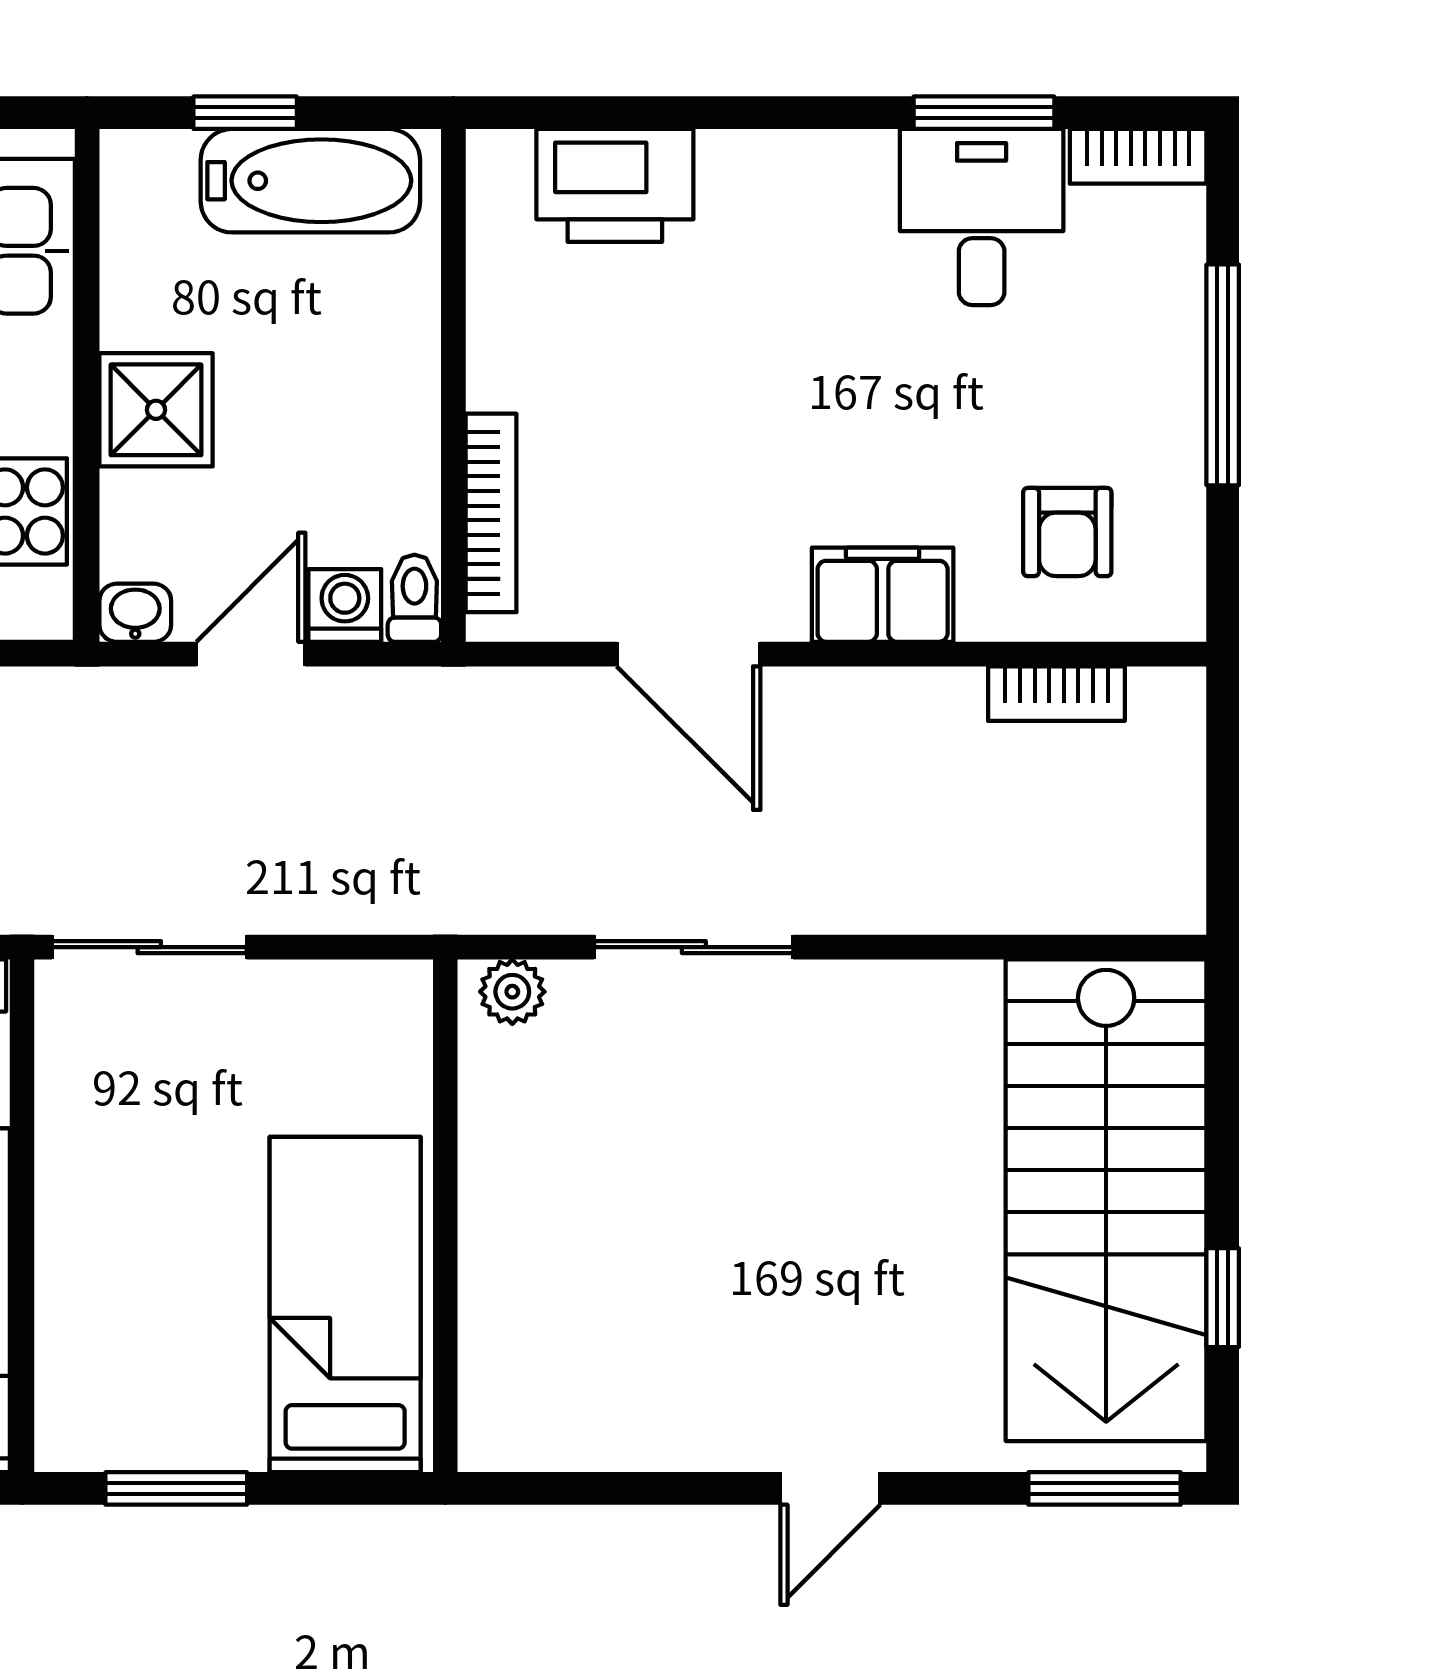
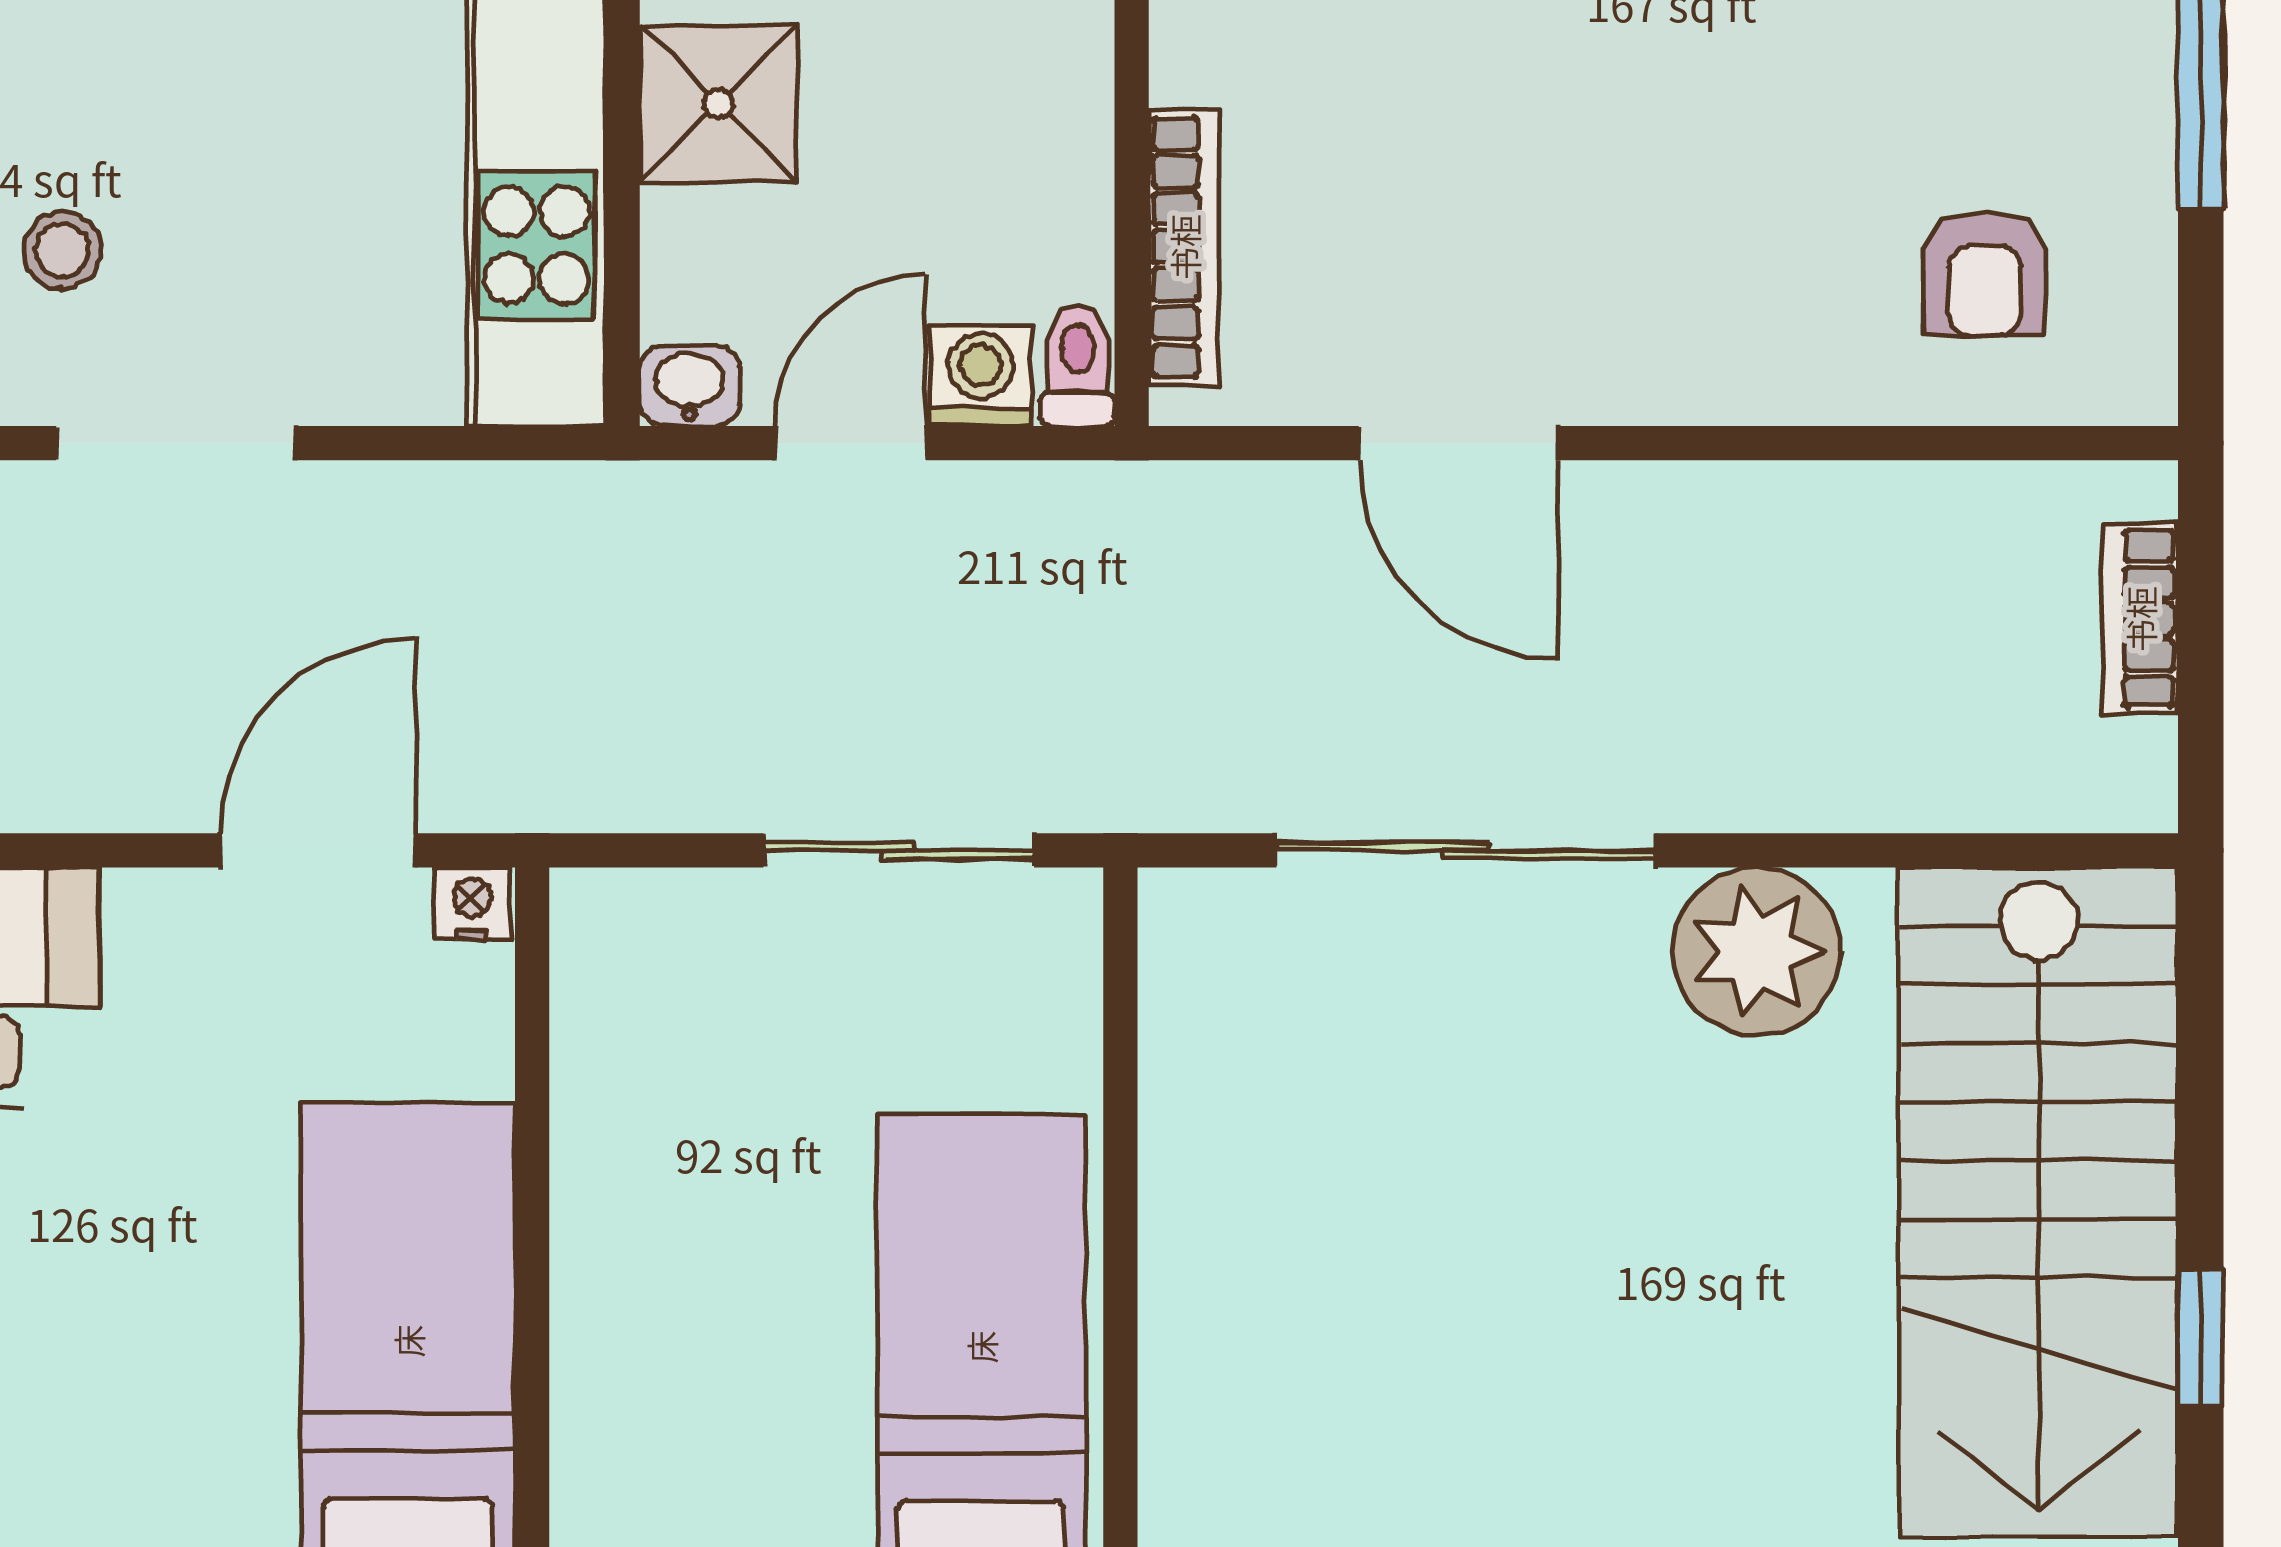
filing cabinet: (883, 595) -> (1728, 361), removed
bookcase: (1056, 694) -> (2140, 619), moved, turned 90
sliding door: (149, 947) -> (899, 850), moved
sliding door: (694, 947) -> (1466, 850), width x1.37
plant: (512, 992) -> (1757, 952), moved, width x1.88, depth x1.88

